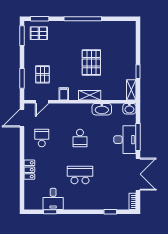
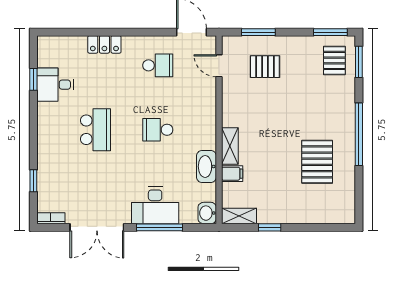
pallet: (91, 63) -> (317, 162), moved, turned 90
filing cabinet: (64, 94) -> (232, 174), moved

